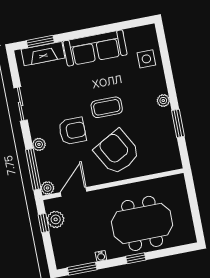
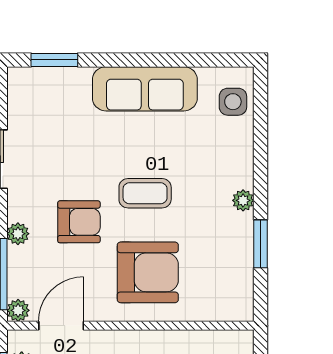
fireplace: (43, 54) -> (55, 81), removed
side table: (146, 59) -> (233, 102), moved
armchair: (117, 152) -> (148, 272), turned 119

